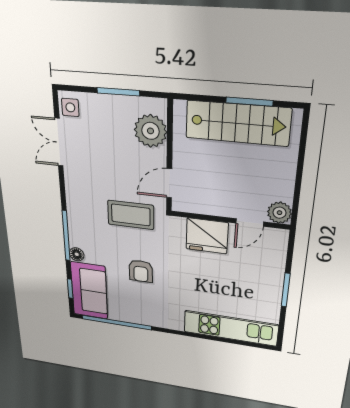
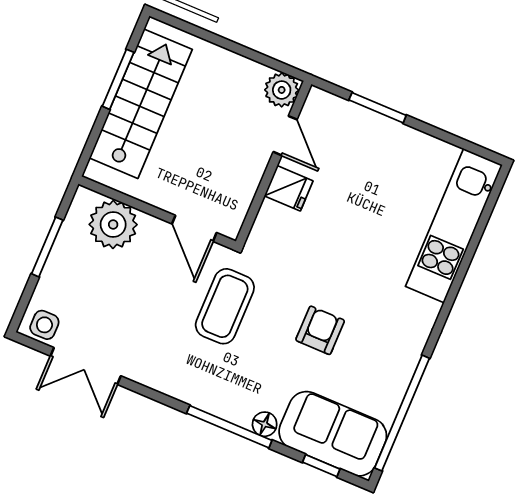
fridge: (207, 236) -> (289, 188), width x0.53, depth x0.75
armchair: (141, 271) -> (320, 330), turned -90
window: (286, 290) -> (378, 108), moved

